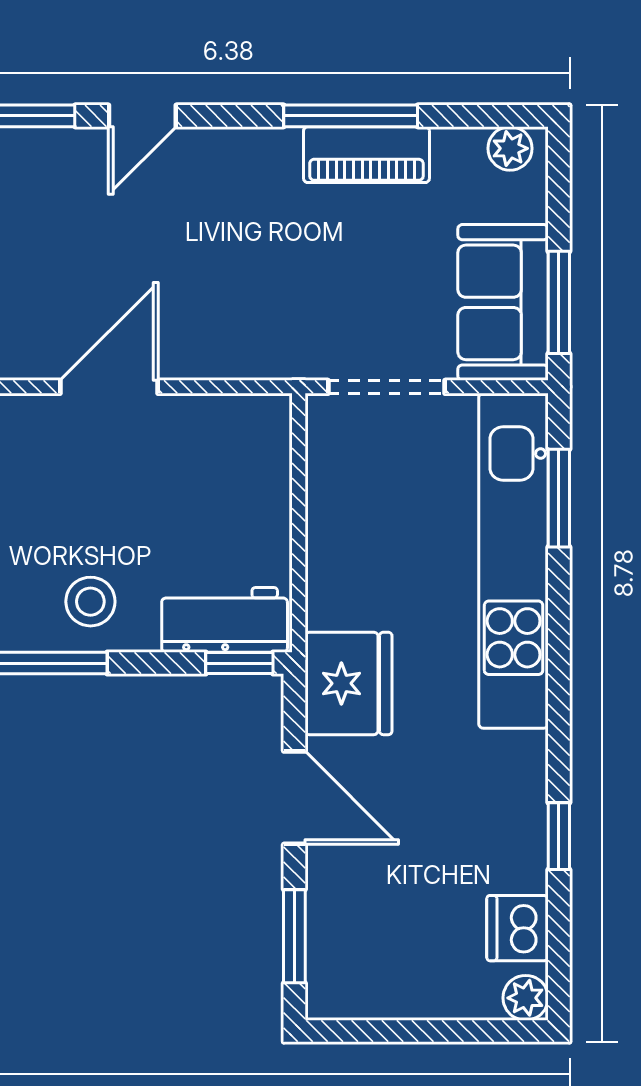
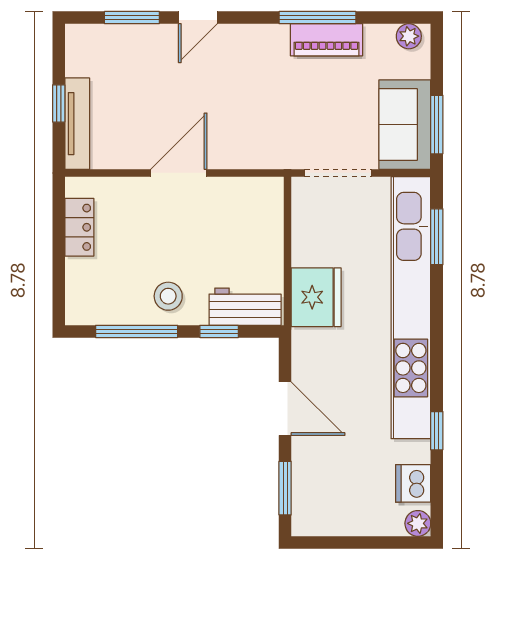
kitchen unit: (514, 561) -> (411, 308), width x1.36
window: (239, 663) -> (219, 331), moved
fridge: (348, 683) -> (316, 297), moved

